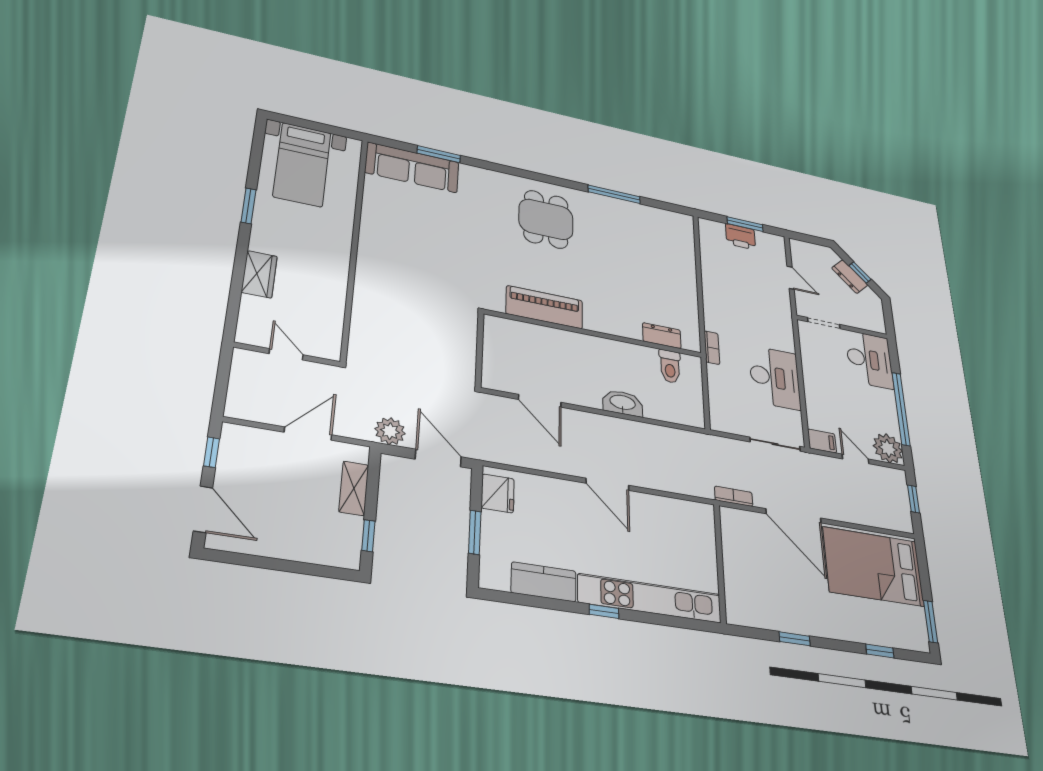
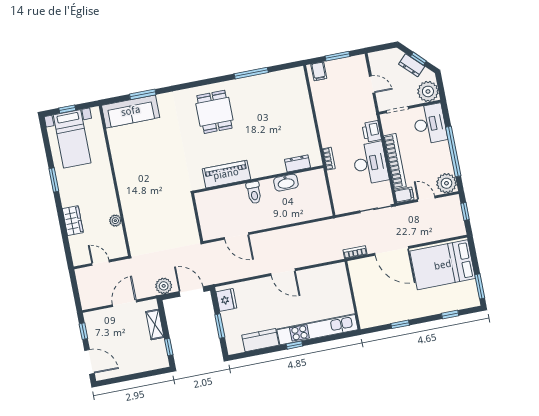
window: (309, 125) -> (67, 109), added
filing cabinet: (715, 232) -> (319, 71), added
printer: (741, 237) -> (372, 131), moved, turned 90
plant: (335, 302) -> (115, 221), added
plant: (870, 318) -> (428, 91), added
toilet: (670, 366) -> (254, 193), moved
bookcase: (813, 389) -> (395, 161), added
washbasin: (623, 403) -> (286, 183), moved, turned 180

